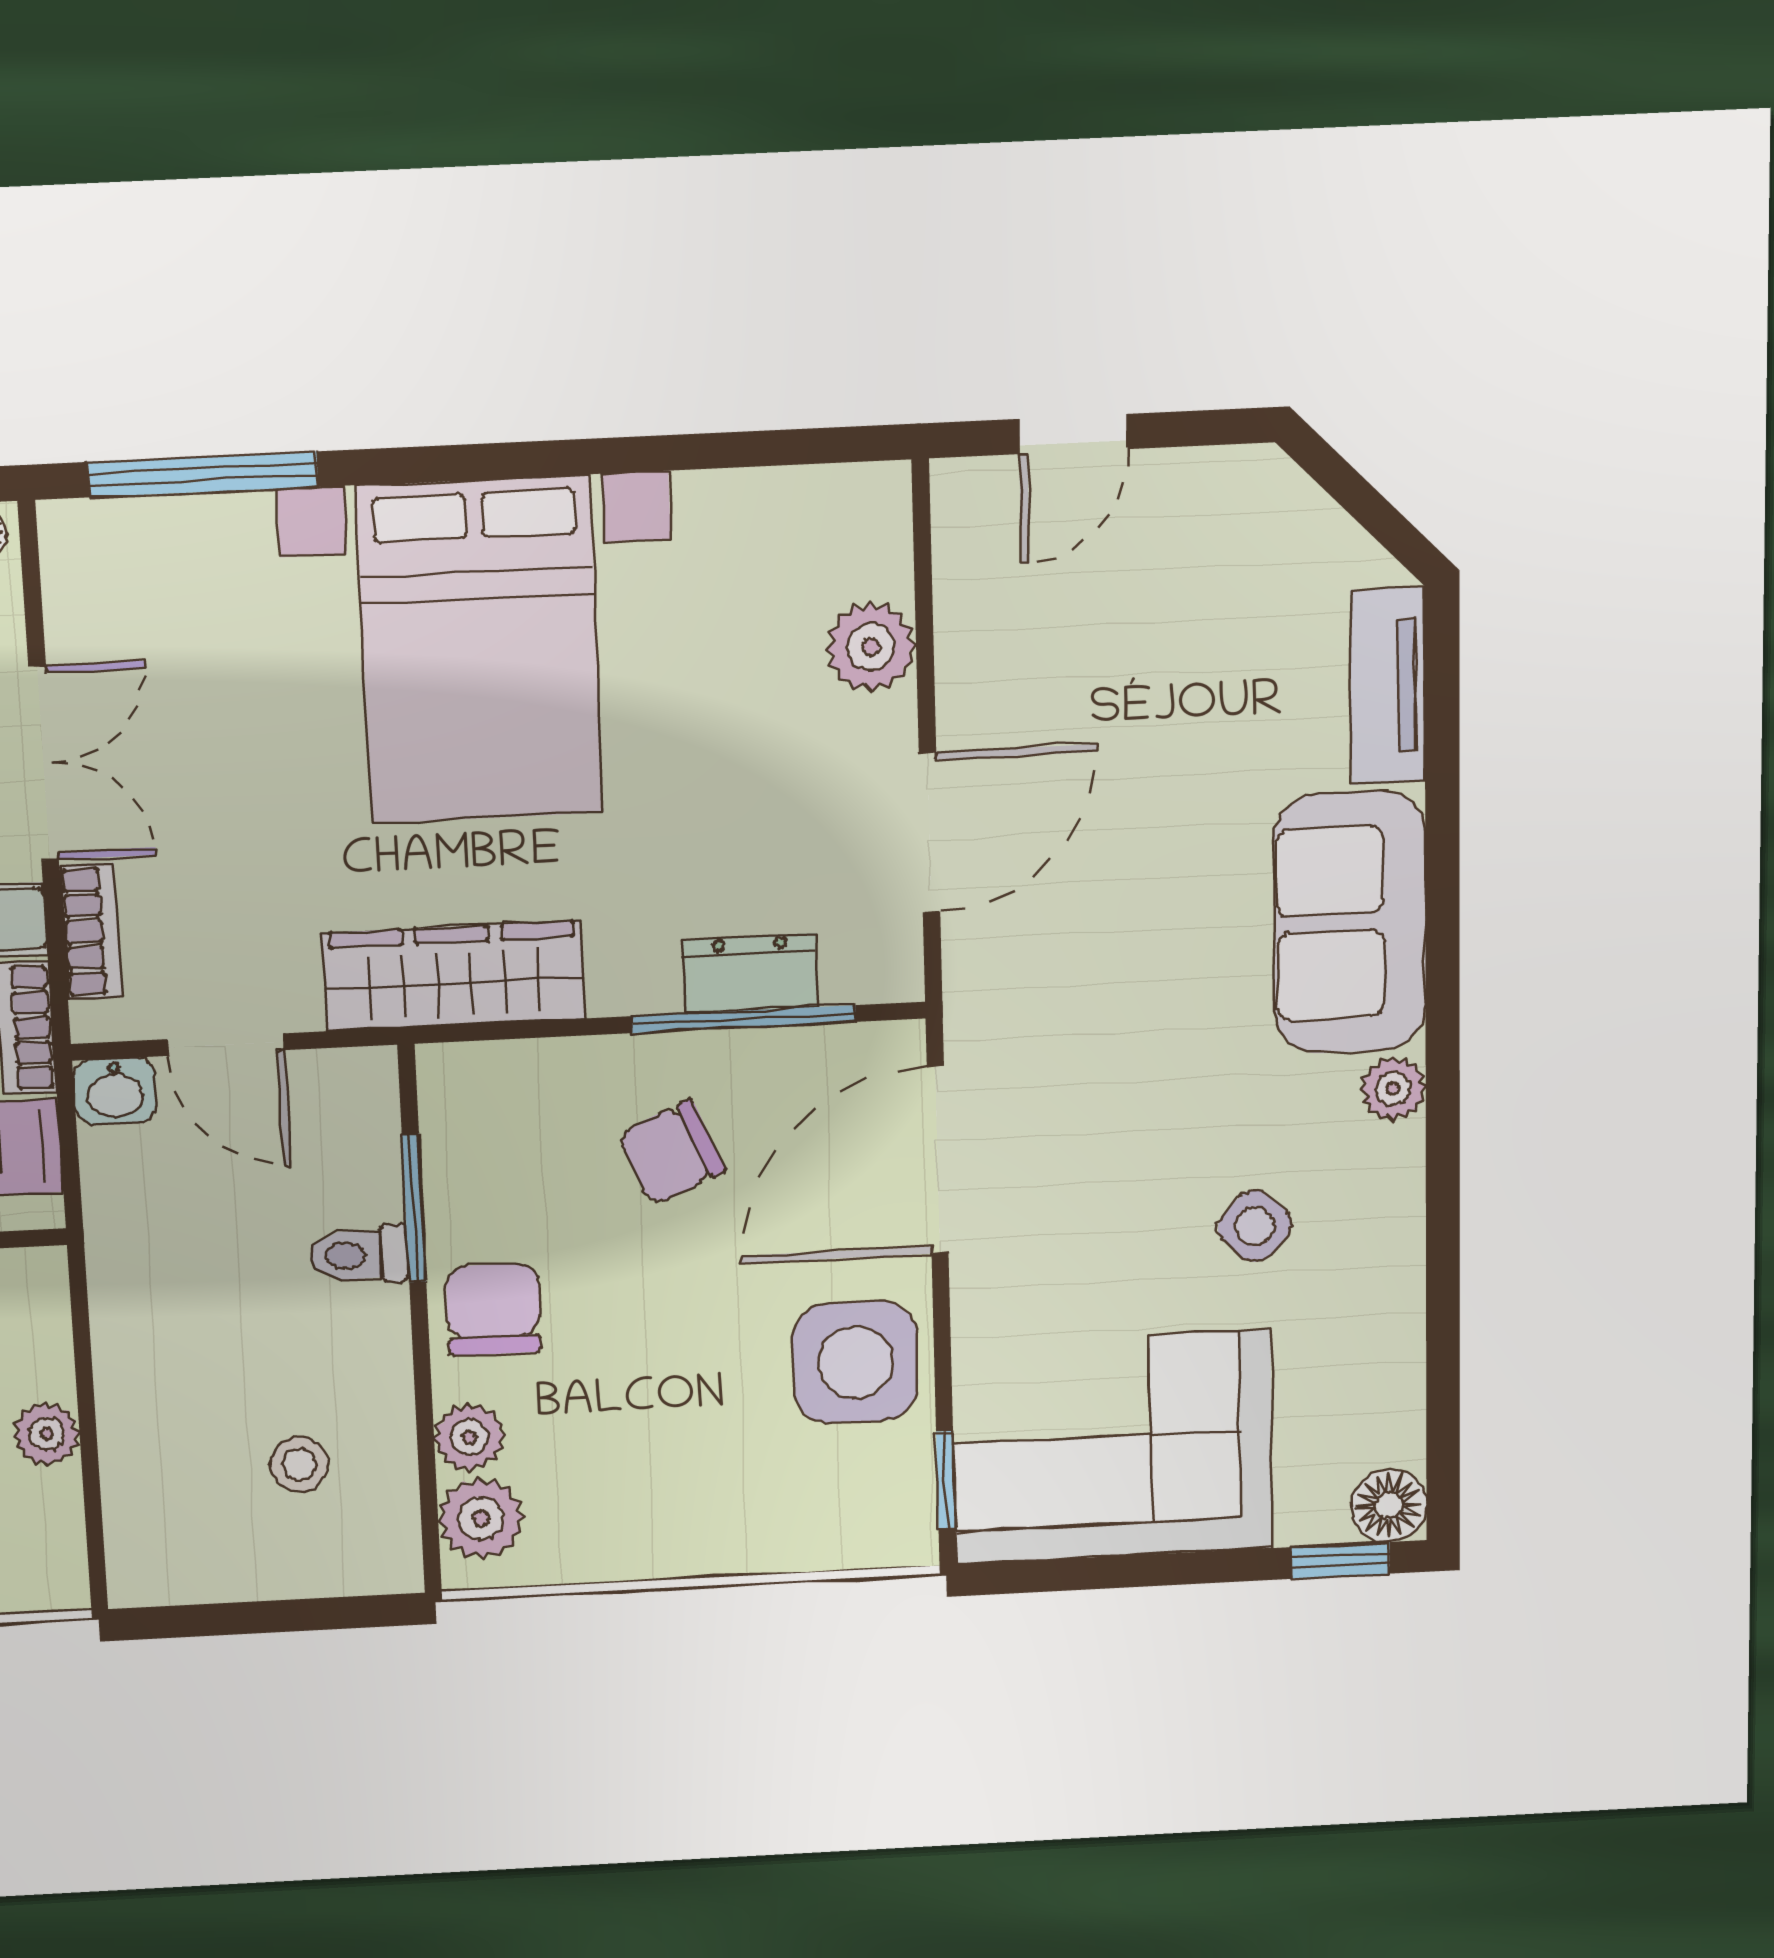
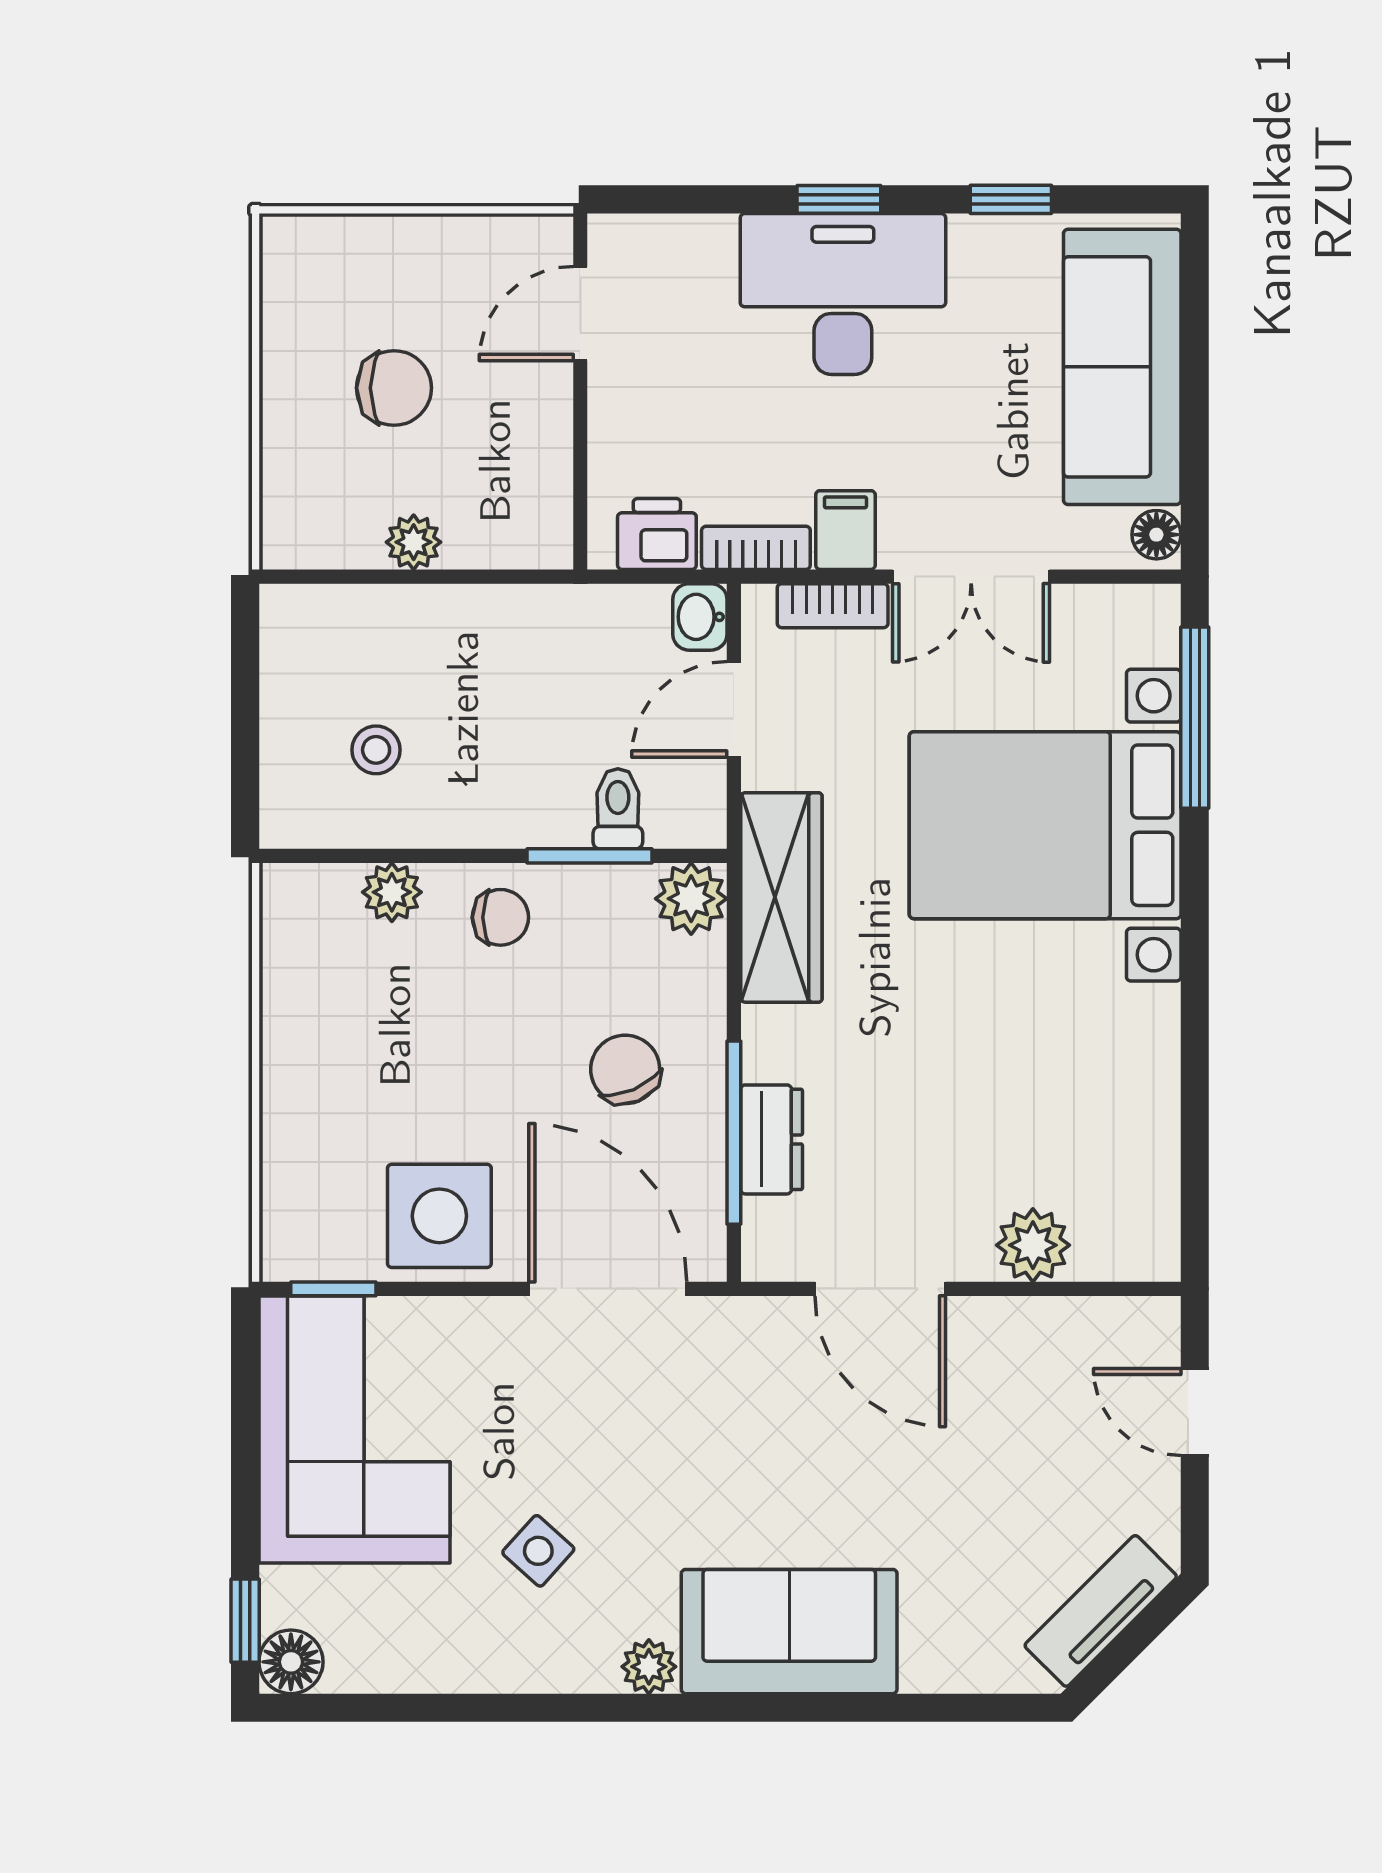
bed with nightstands: (480, 650) -> (1045, 825), moved
tv unit: (1388, 686) -> (1101, 1611), moved, turned -45
toilet: (359, 1255) -> (618, 809), moved
chair: (494, 1309) -> (500, 917), width x0.73, depth x0.73
plant: (481, 1518) -> (691, 899), moved

